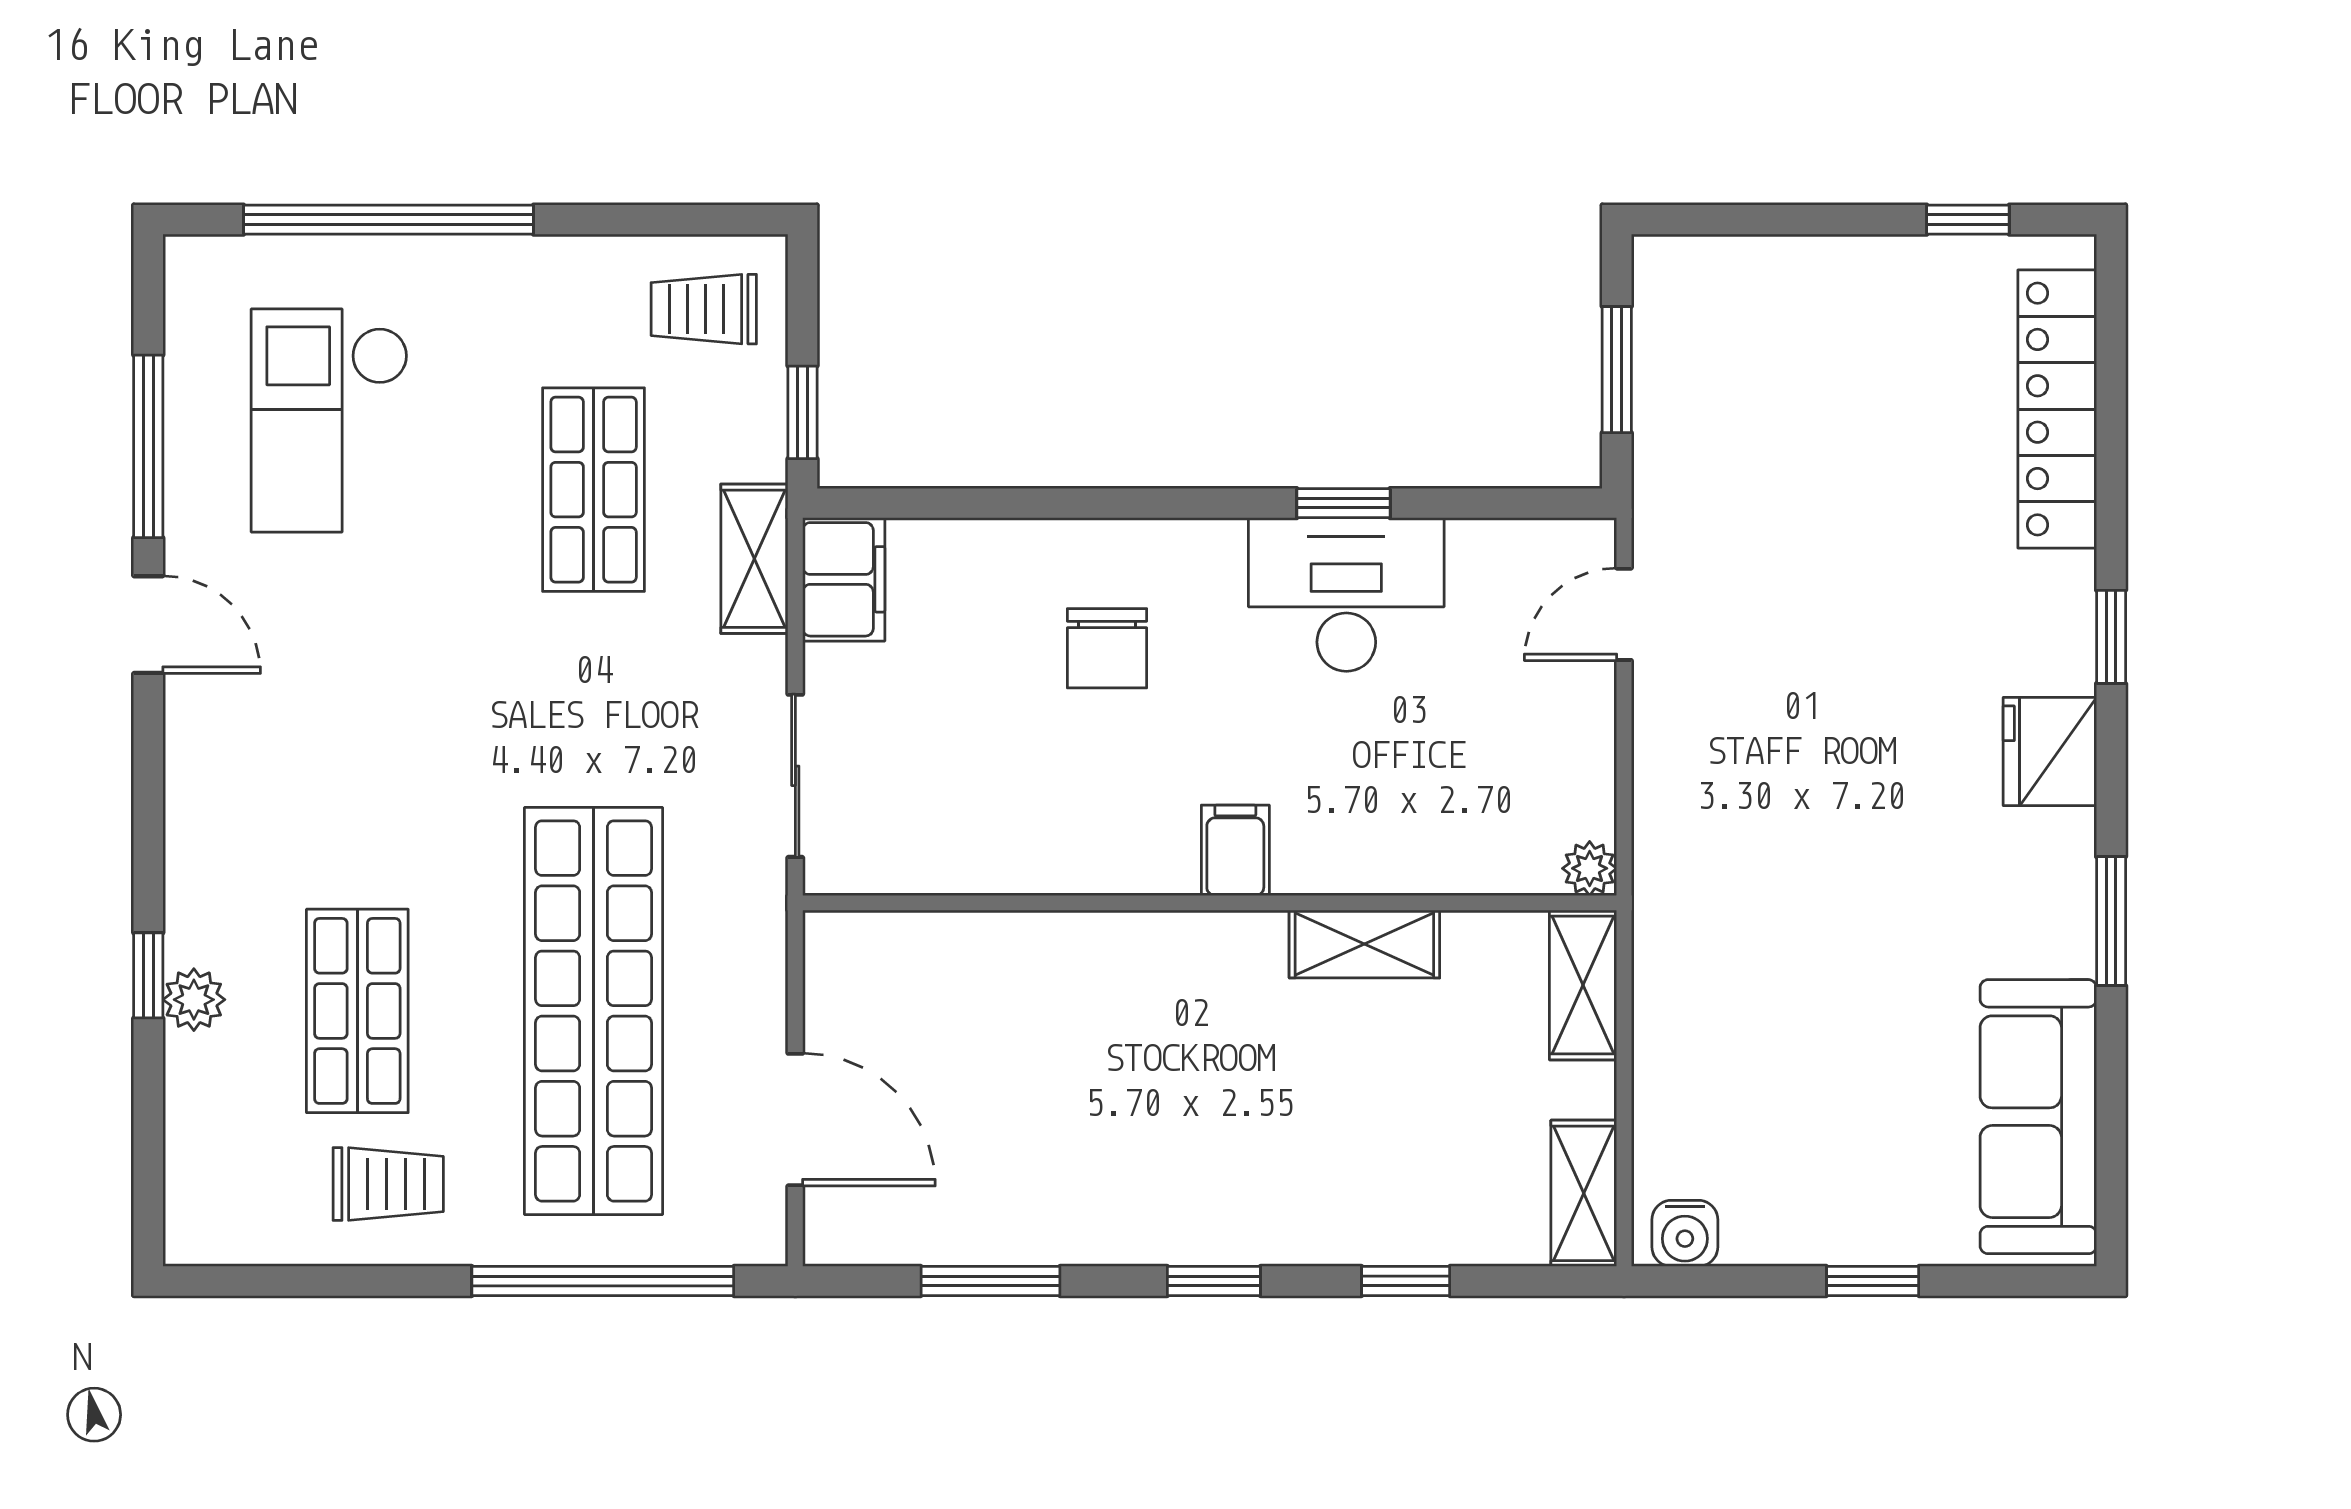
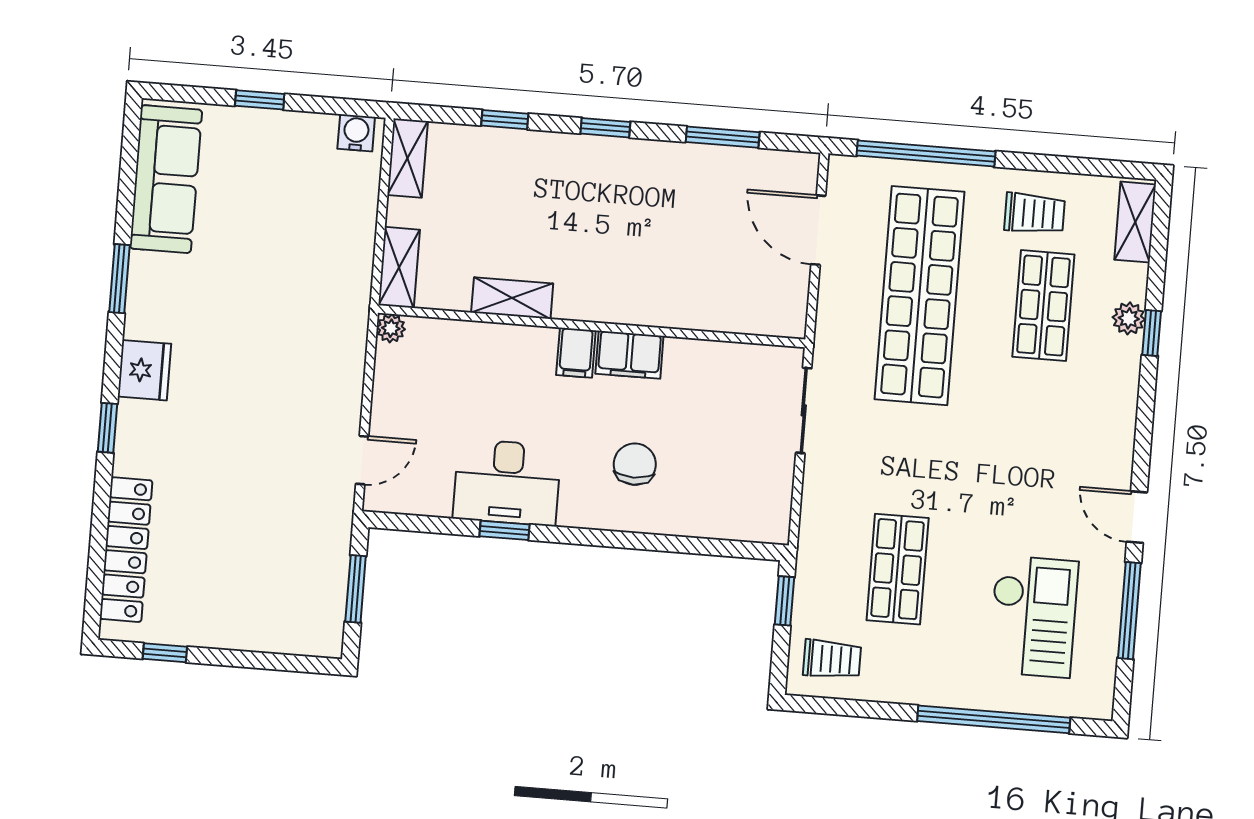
shelving: (754, 559) -> (1135, 222), moved
filing cabinet: (844, 579) -> (629, 355), moved, turned -90
trolley: (388, 1184) -> (1035, 213), turned 180

